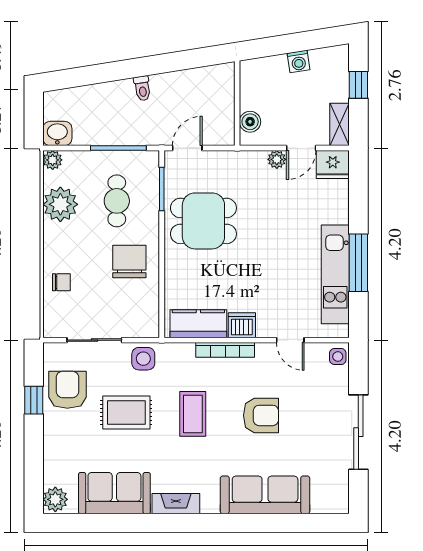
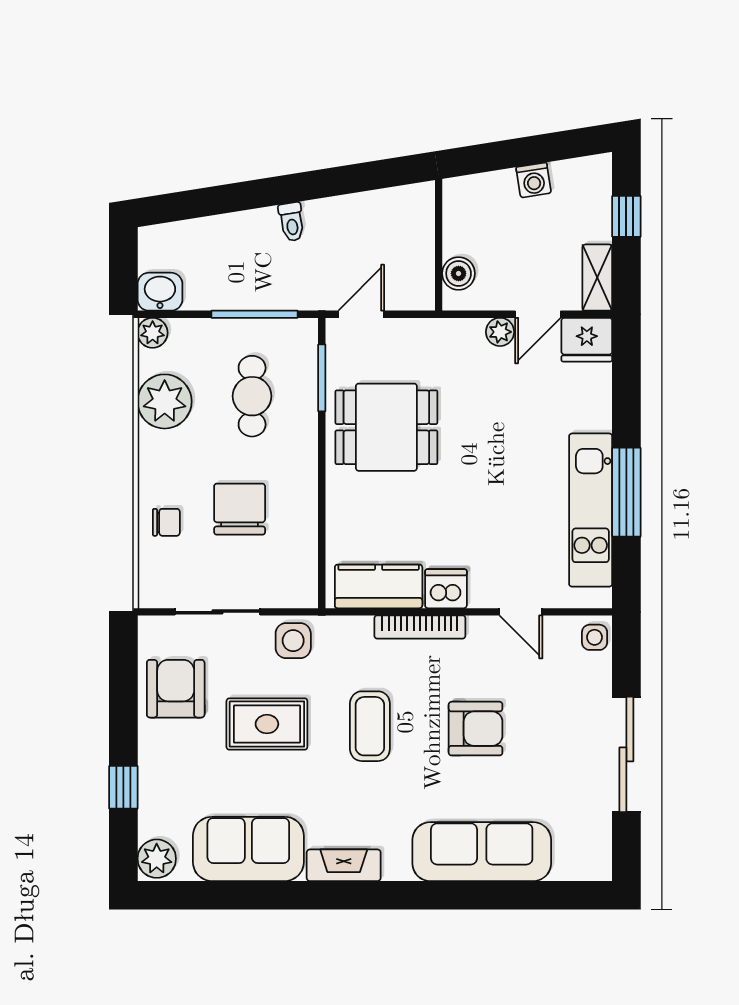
chair: (129, 262) -> (240, 509), moved
window: (34, 400) -> (123, 787), moved

